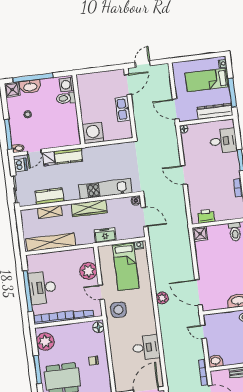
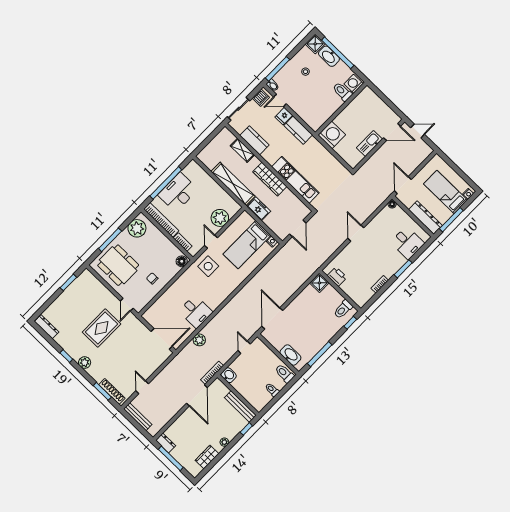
boiler: (136, 200) -> (305, 211), removed
shelving: (51, 242) -> (233, 184), moved
plant: (162, 298) -> (199, 340), moved

